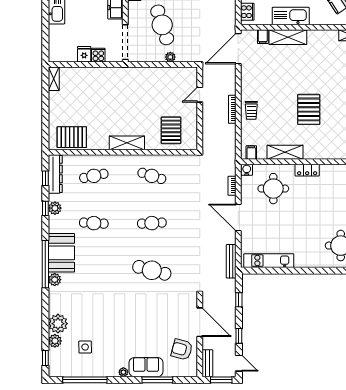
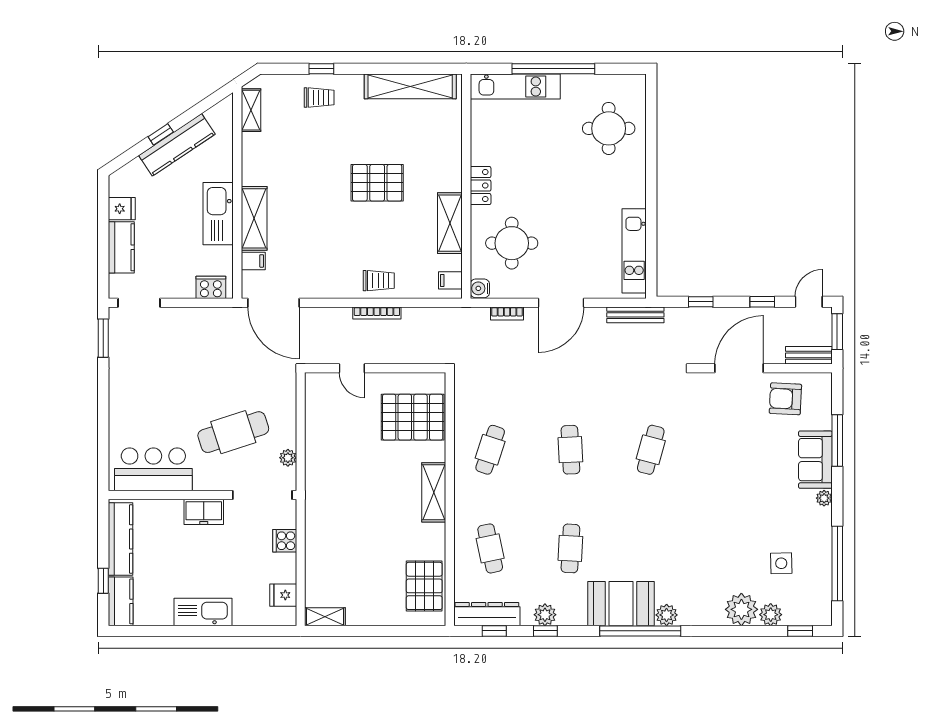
fridge: (84, 54) -> (283, 595), moved
plant: (170, 57) -> (288, 458), moved
pallet: (171, 130) -> (413, 417), width x1.37, depth x1.41
cafe table: (152, 270) -> (651, 450), width x0.73, depth x0.74
armchair: (182, 349) -> (785, 399), turned 78

